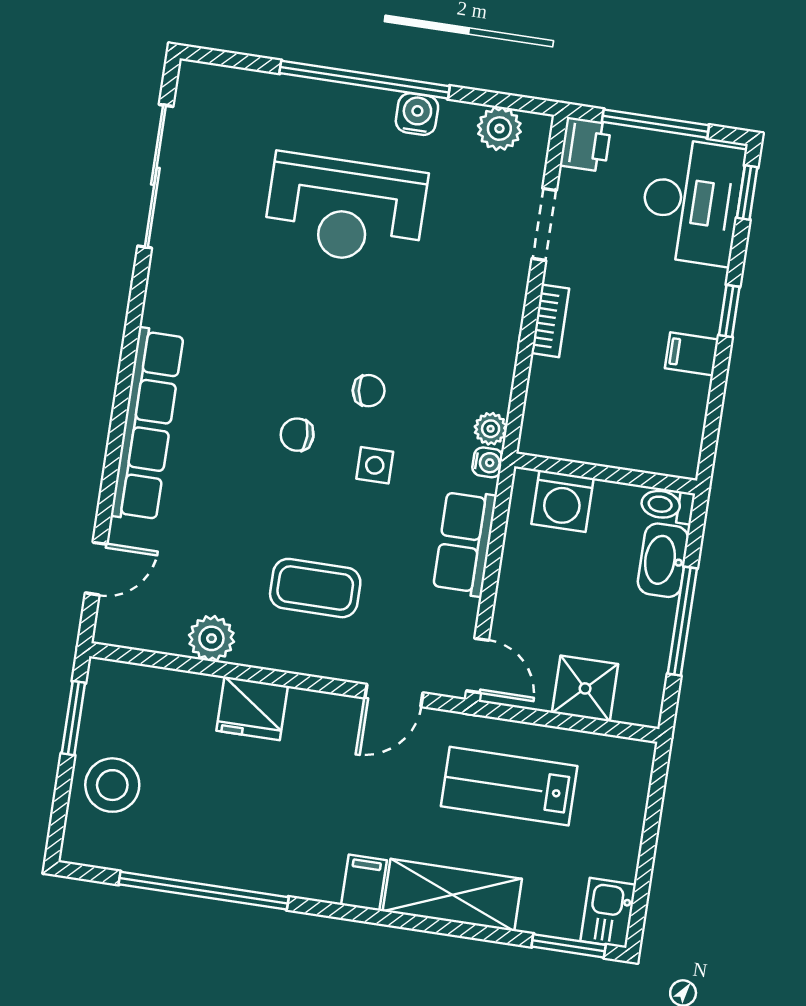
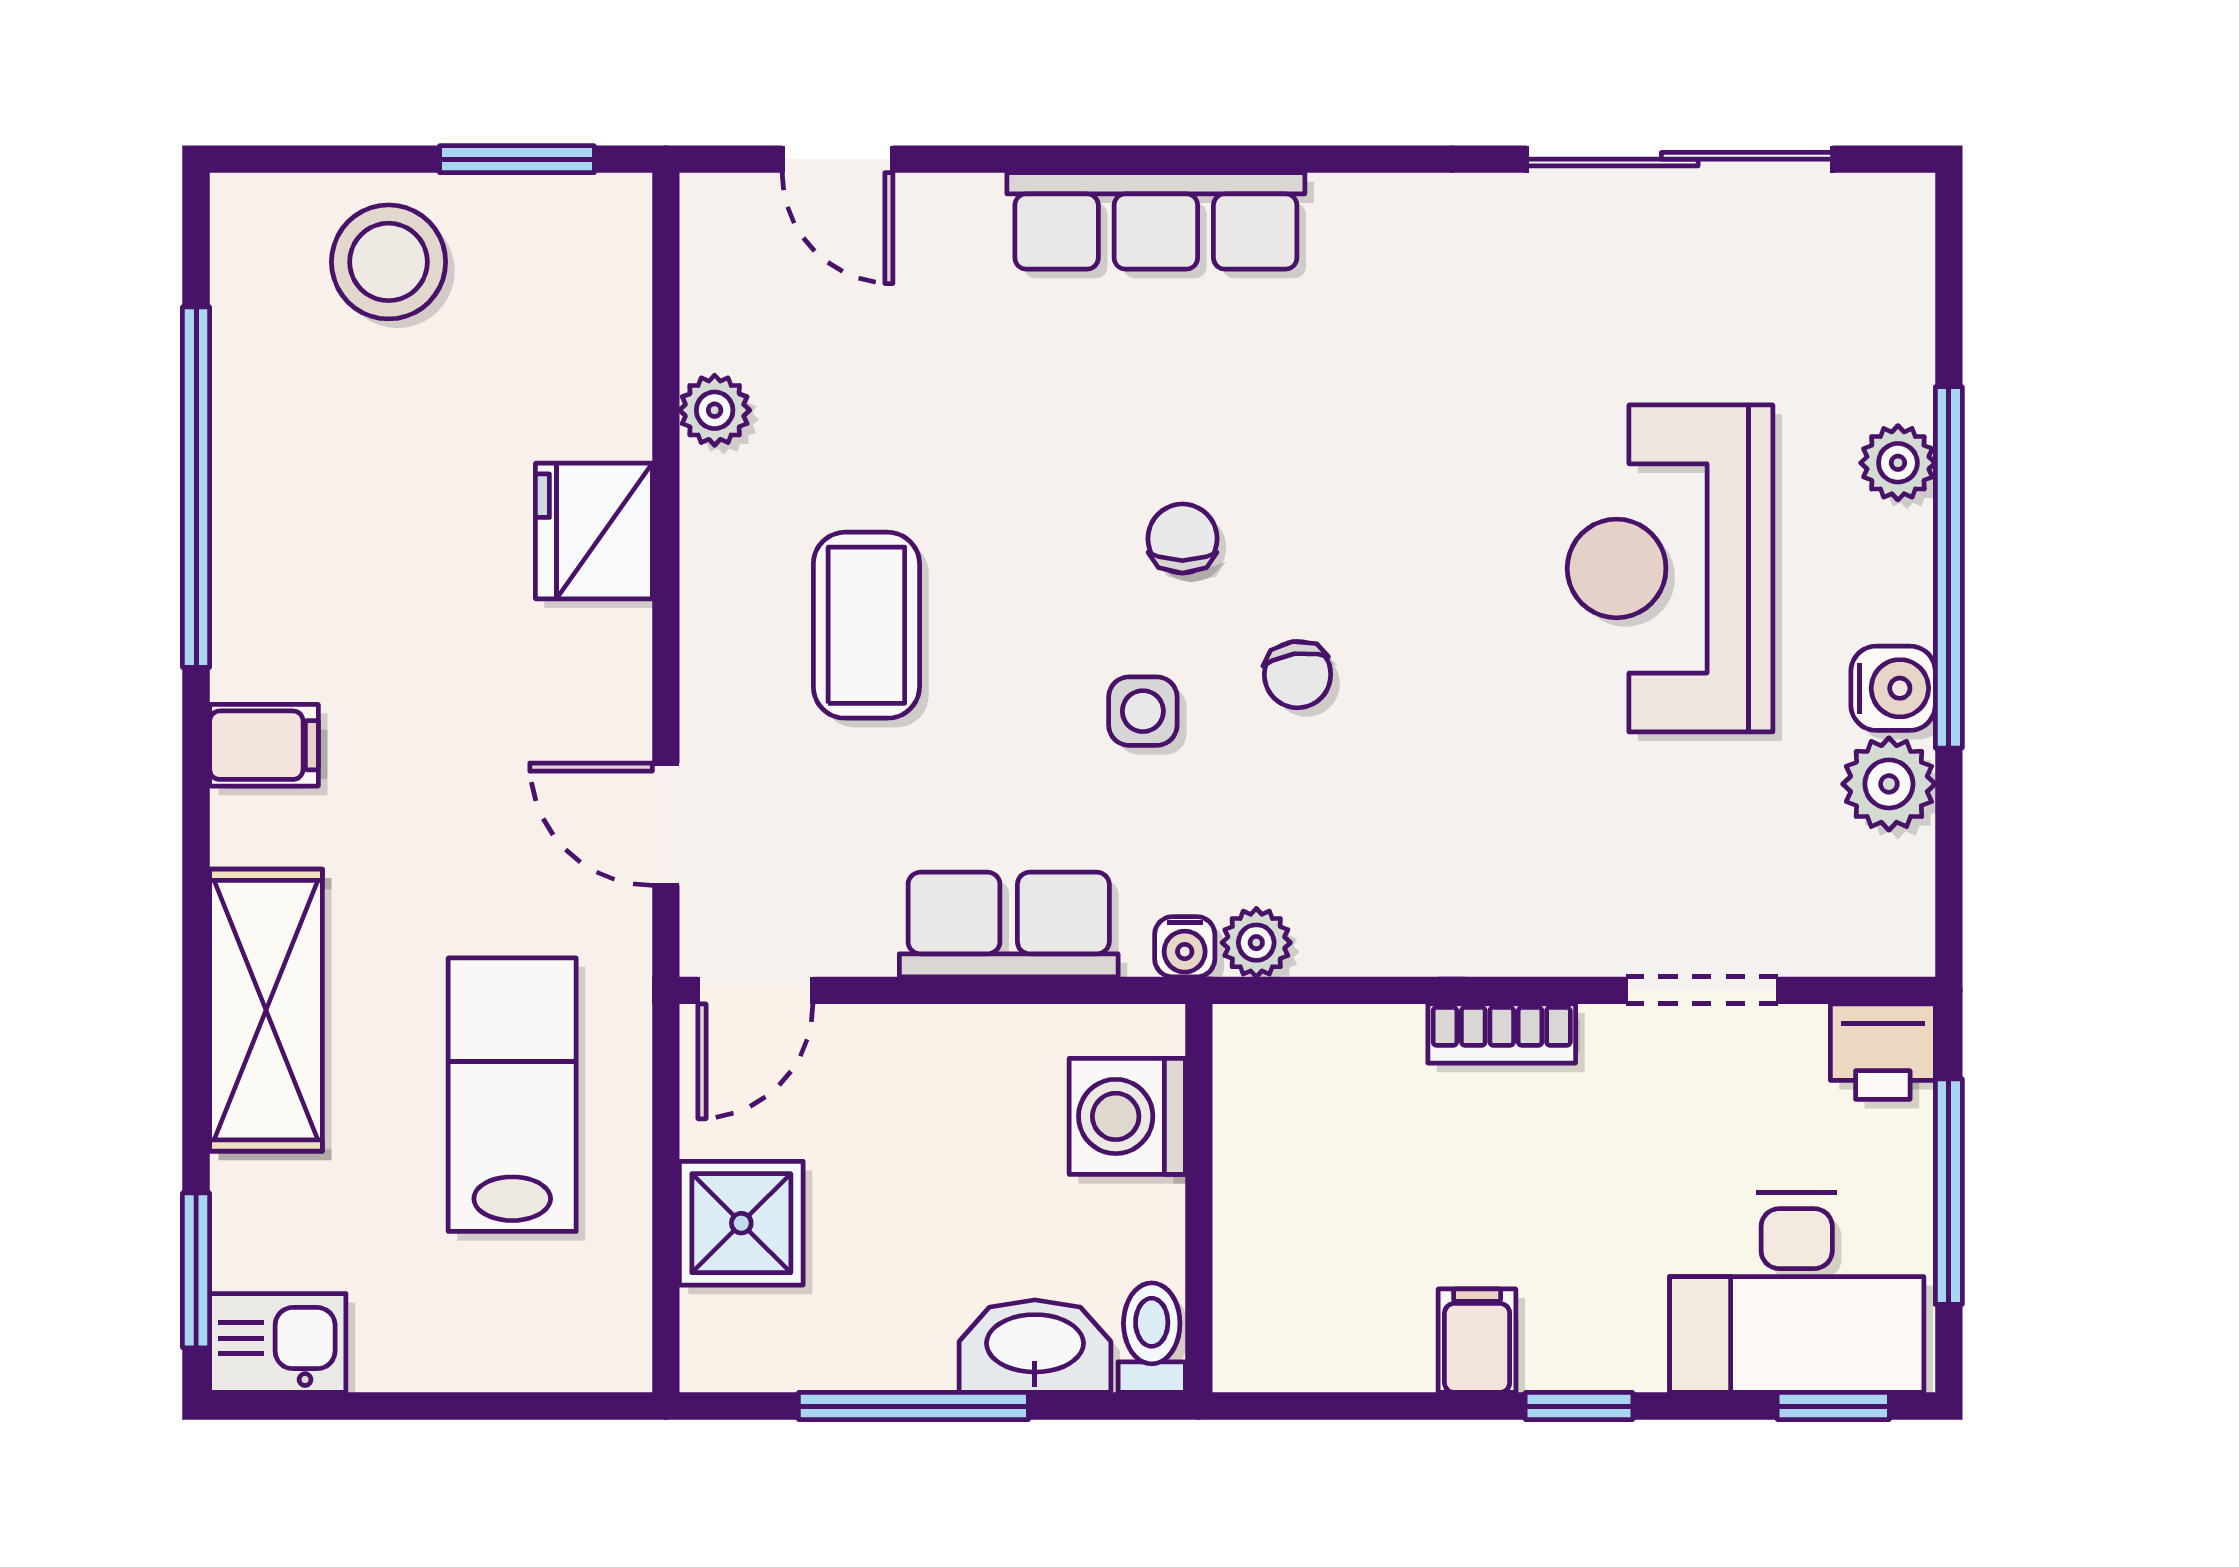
plant: (312, 96) -> (1898, 463), added
plant: (499, 129) -> (1889, 784), moved
row of seats: (147, 425) -> (1156, 221), width x0.73
plant: (211, 638) -> (715, 410), width x0.73, depth x0.73
filing cabinet: (364, 883) -> (264, 745), moved

